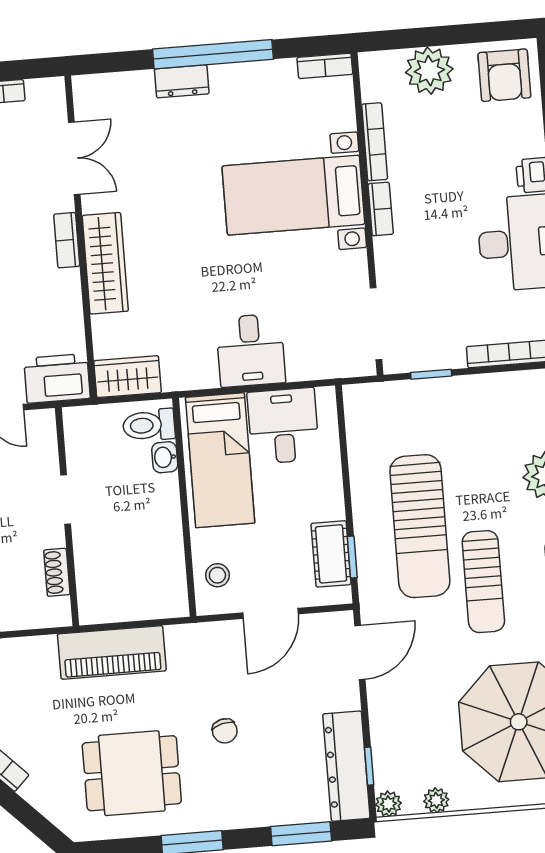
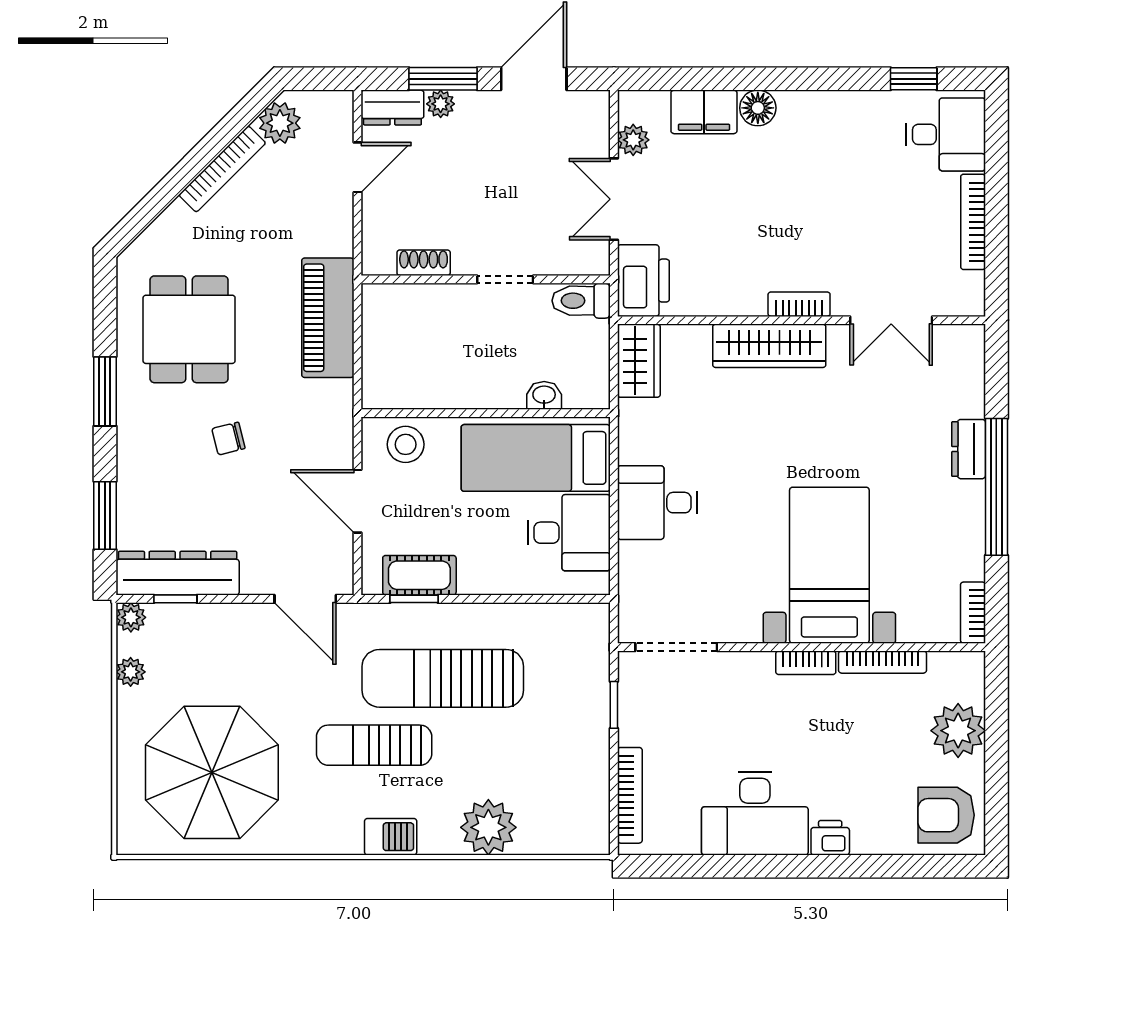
toilet: (149, 425) -> (581, 301), moved, turned -90
stool: (217, 575) -> (406, 444), width x1.37, depth x1.37

